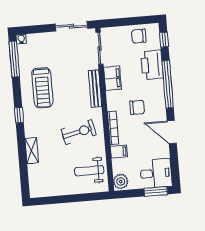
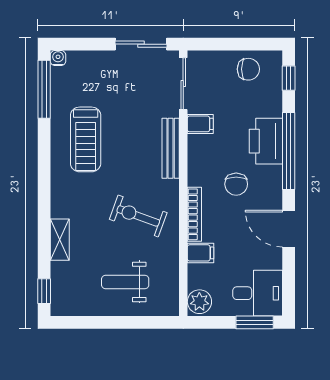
chair: (139, 36) -> (248, 69), turned 180
printer: (152, 65) -> (266, 141), moved
filing cabinet: (113, 78) -> (200, 124), width x0.50
chair: (137, 107) -> (236, 184), turned 90
window: (19, 115) -> (44, 291), moved
exercise bike: (79, 132) -> (138, 216), turned -147
weight bench: (89, 171) -> (125, 282), moved

